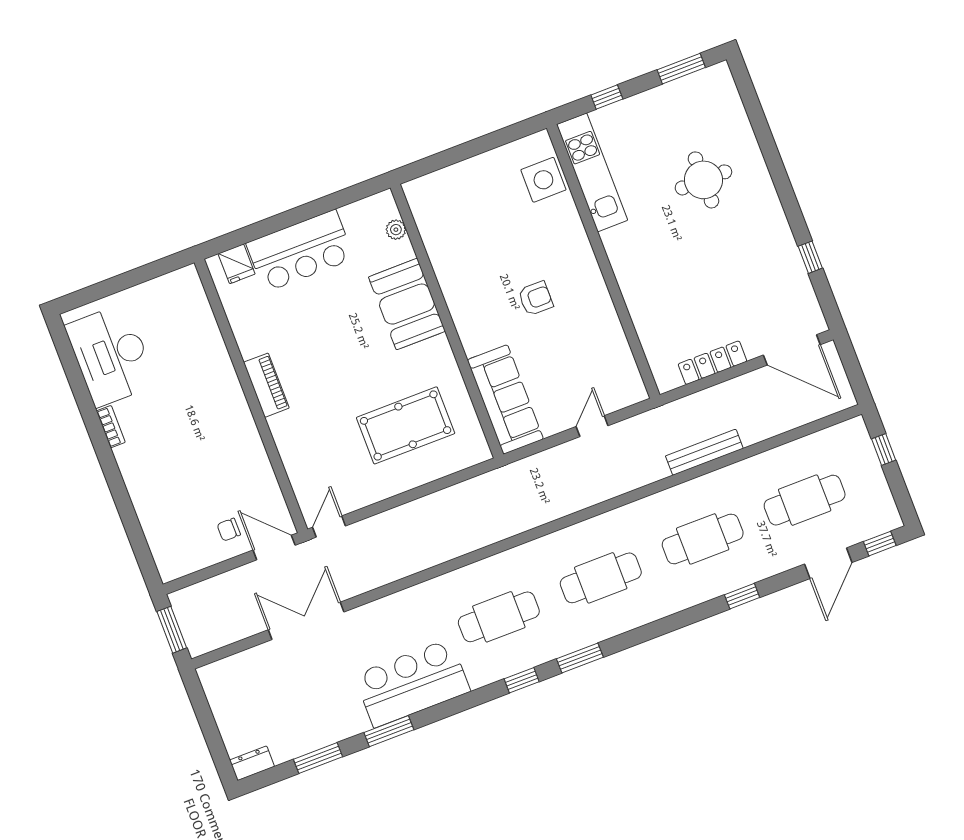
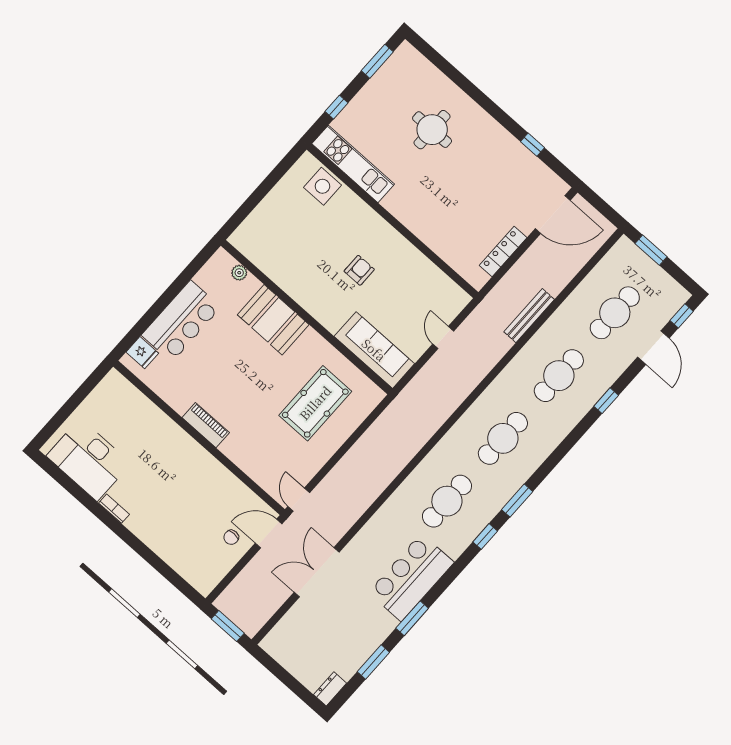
window: (884, 449) -> (651, 250), width x1.50

